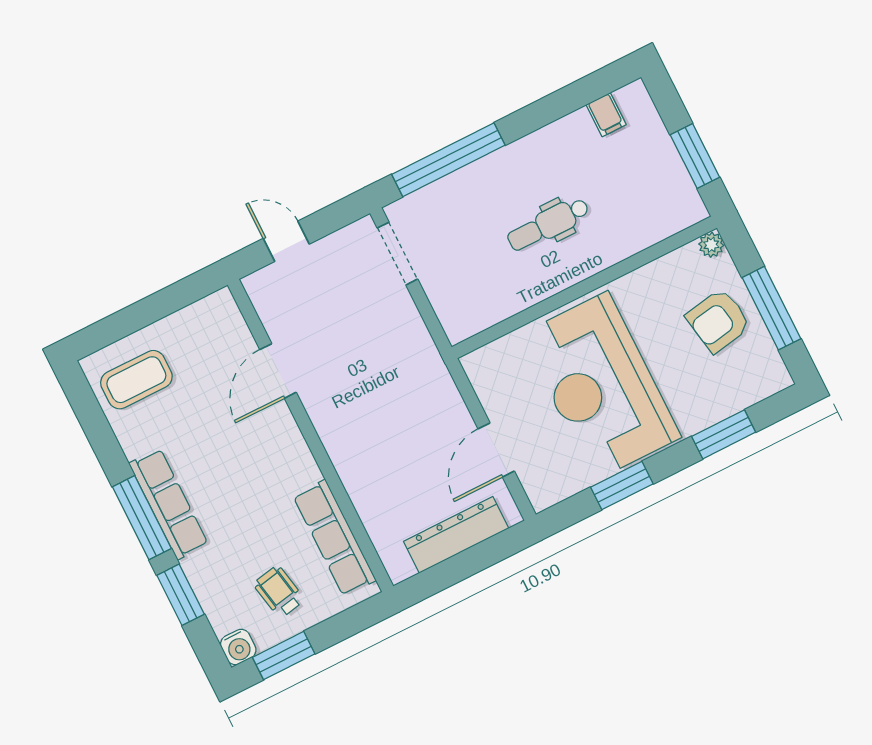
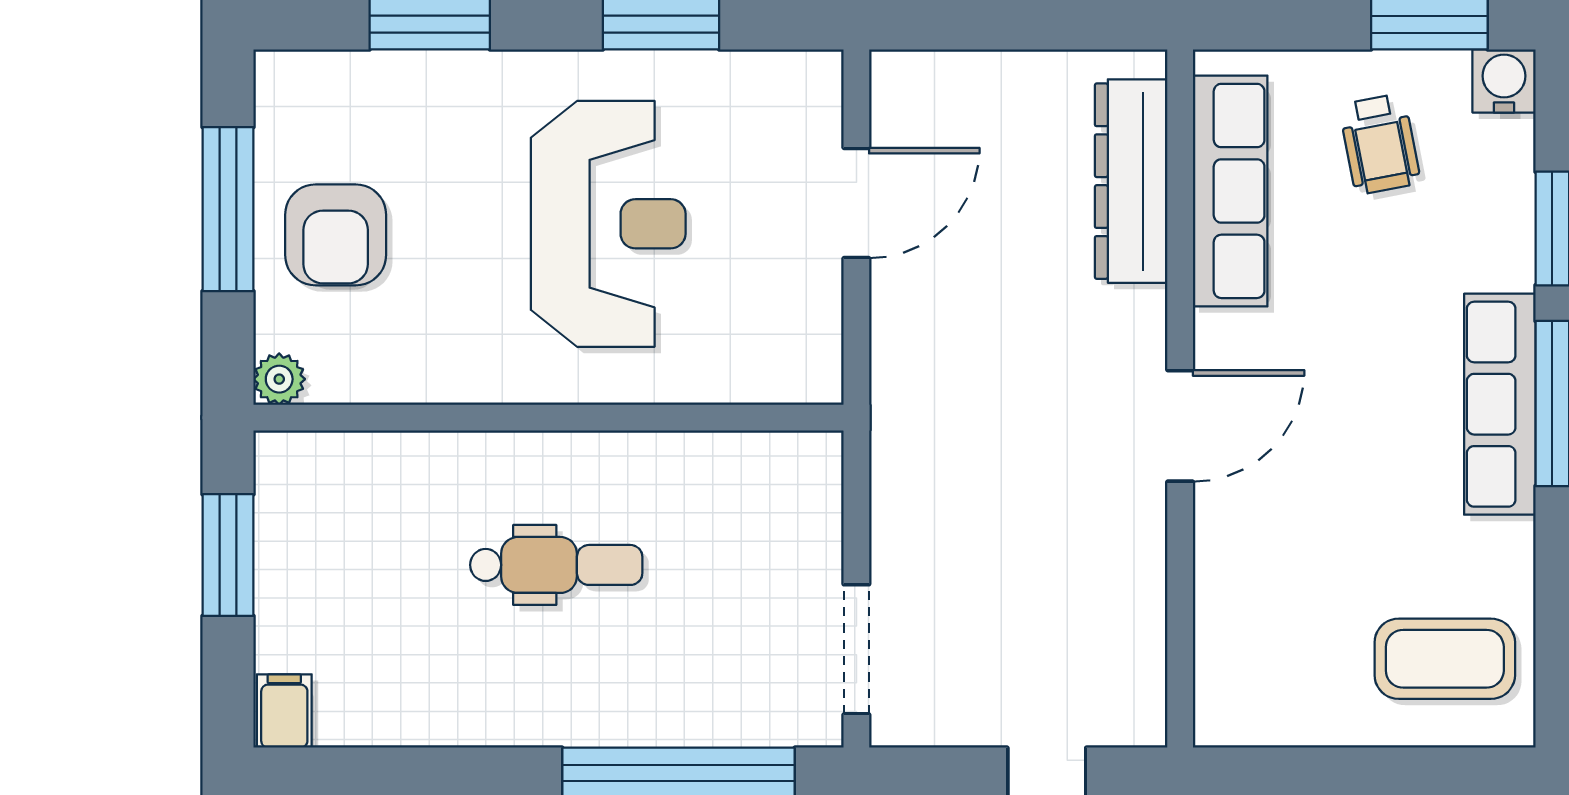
filing cabinet: (606, 115) -> (284, 711), moved
armchair: (718, 321) -> (336, 235), turned 100
door: (278, 371) -> (1180, 426), moved
reception desk: (601, 386) -> (608, 224), width x0.74, depth x0.77
dresser: (456, 535) -> (1131, 181), moved, turned 90

